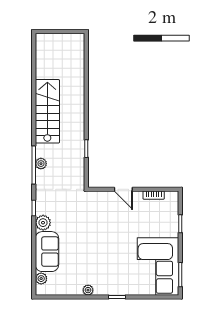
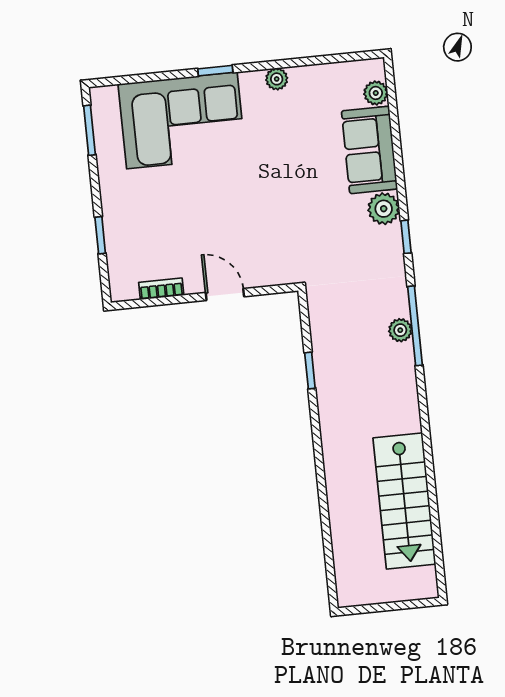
stairs: (47, 111) -> (404, 501), moved
corner sofa: (158, 267) -> (182, 120), moved, turned 90

